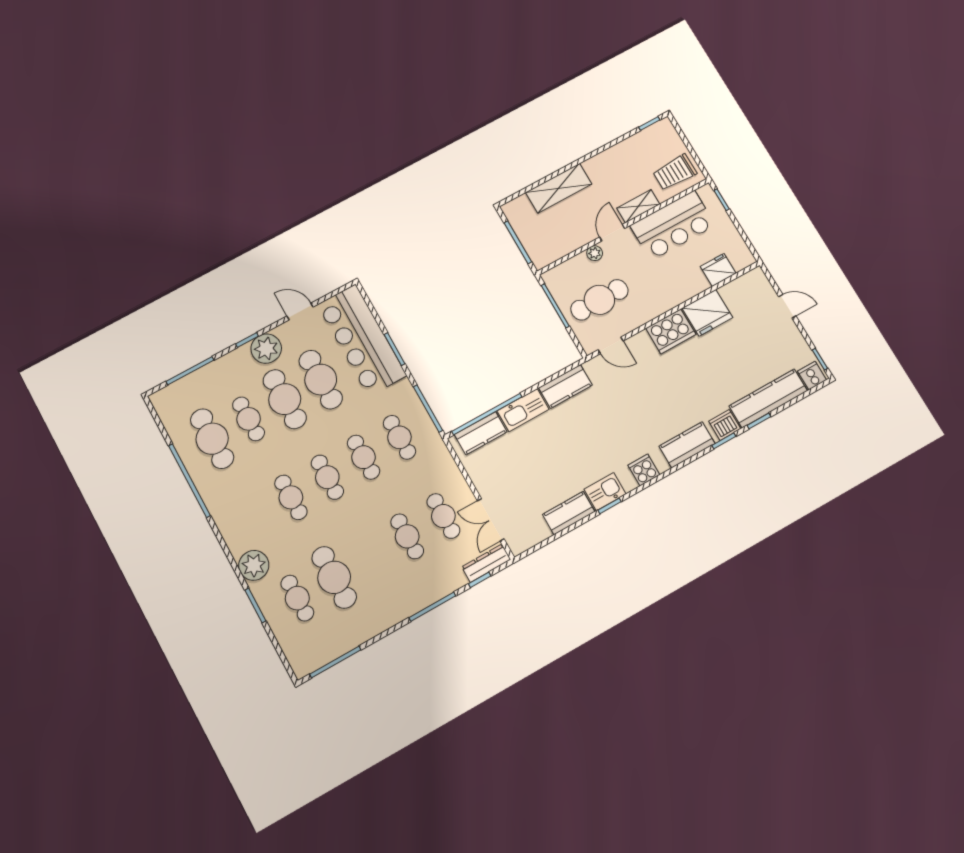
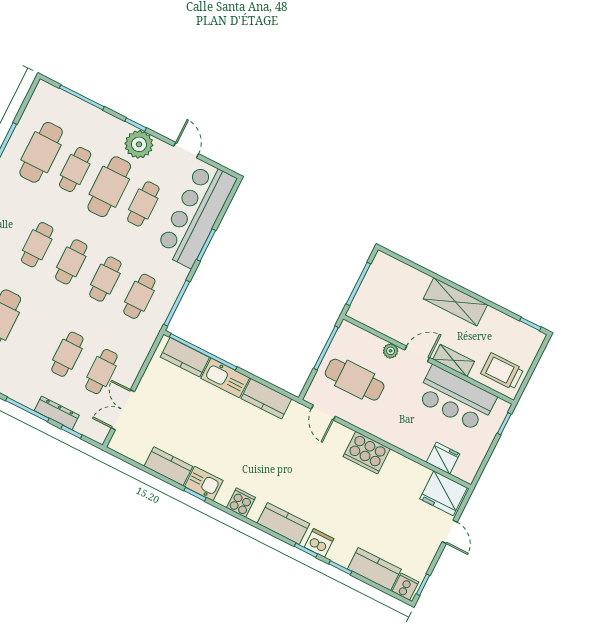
shelving: (559, 188) -> (455, 302), moved
fridge: (707, 313) -> (444, 493), moved
cafe table: (321, 380) -> (143, 204), width x0.73, depth x0.74
kitchen counter: (768, 398) -> (374, 569), width x0.67
dresser: (486, 563) -> (57, 413), moved

